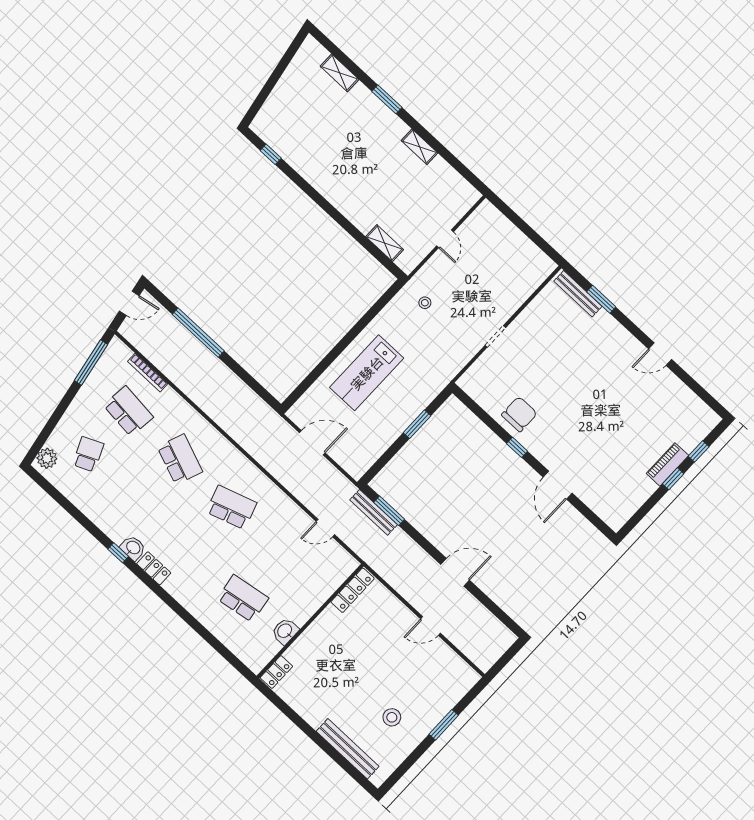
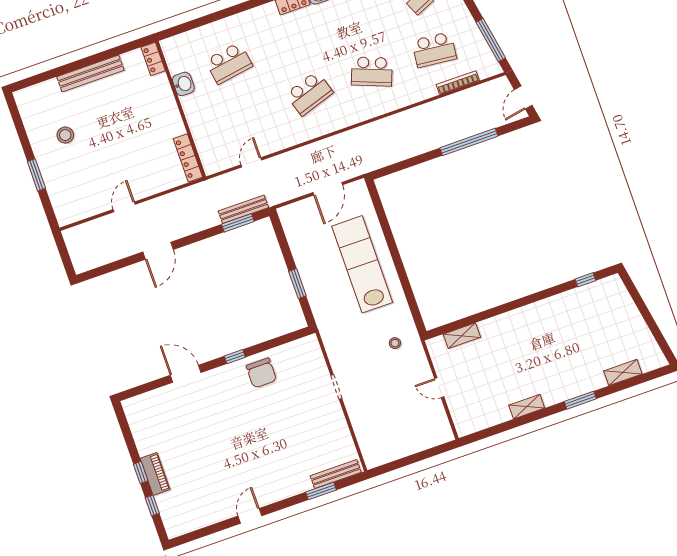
lab bench: (367, 373) -> (362, 264), width x1.36
bench: (348, 749) -> (90, 73), moved

